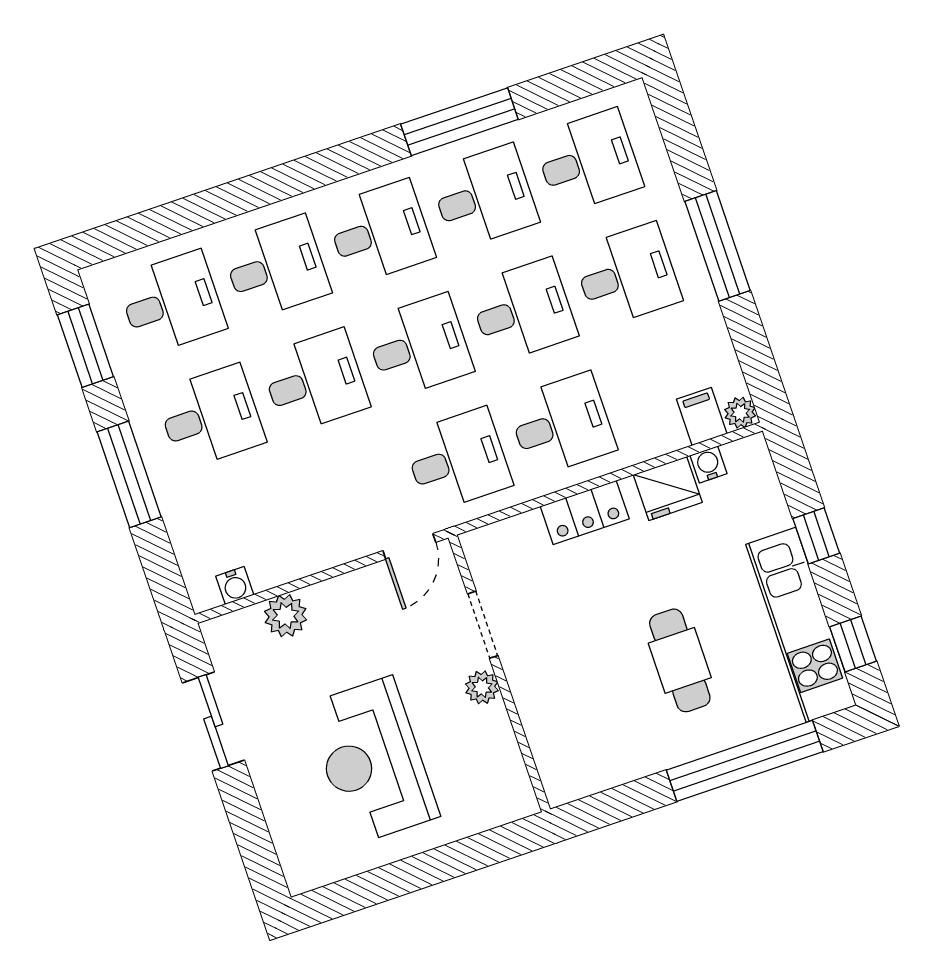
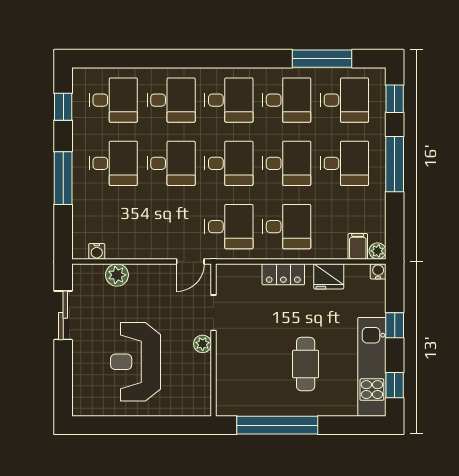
window: (459, 122) -> (322, 59), moved
window: (677, 128) -> (395, 99), added
window: (85, 346) -> (63, 107), width x0.67
water cooler: (708, 464) -> (378, 271), moved
window: (745, 761) -> (277, 425), moved

